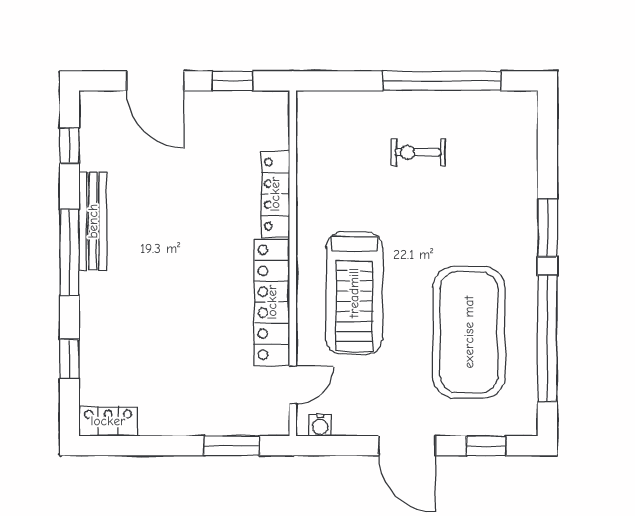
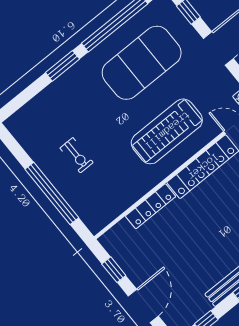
window: (442, 81) -> (52, 193), moved
treadmill: (354, 293) -> (167, 131), turned 180

